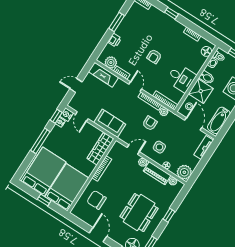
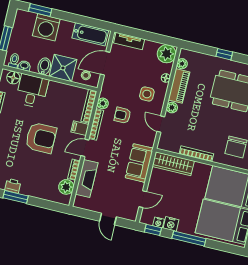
printer: (115, 40) -> (13, 186), moved
armchair: (154, 56) -> (41, 138), width x1.88, depth x1.88
fireplace: (103, 75) -> (87, 178), moved
desk: (181, 78) -> (32, 91), moved
filing cabinet: (151, 88) -> (80, 128), added
nightstand: (67, 115) -> (171, 224), moved

